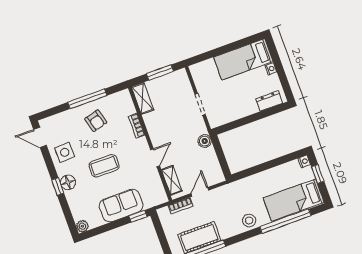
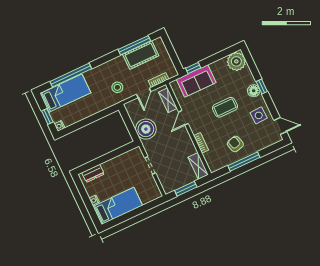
boiler: (205, 141) -> (146, 129), width x1.86, depth x1.86
sofa: (121, 206) -> (196, 81), moved
stool: (249, 221) -> (117, 87), moved
plant: (82, 226) -> (236, 61), width x1.88, depth x1.88

